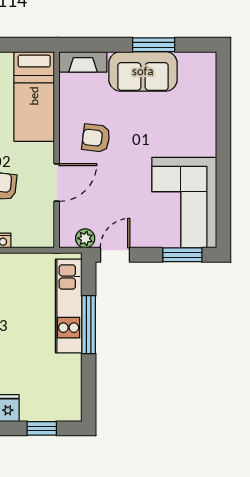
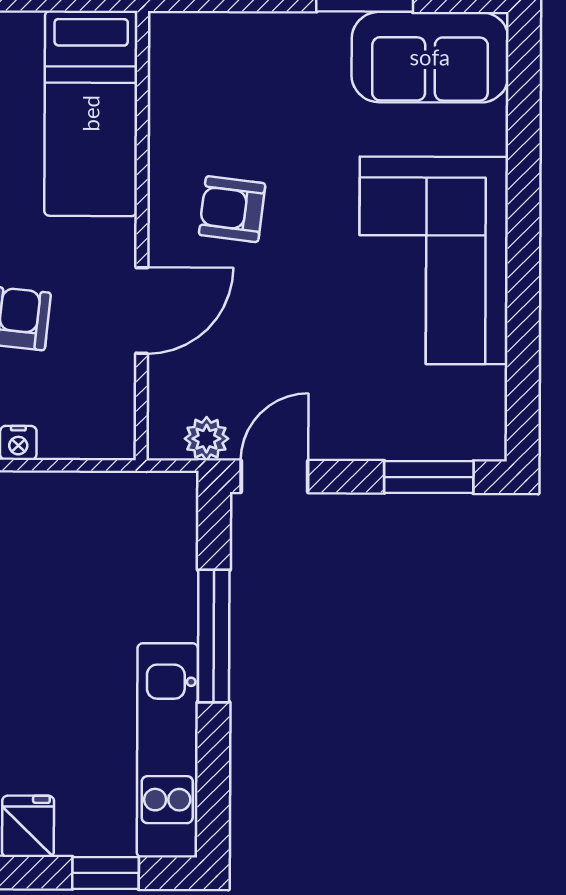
fireplace: (83, 62) -> (203, 35), removed
sofa: (143, 71) -> (430, 57), moved
corner sofa: (184, 203) -> (434, 260), moved
kitchen unit: (69, 306) -> (167, 750), moved

